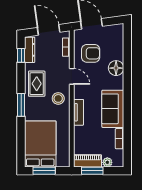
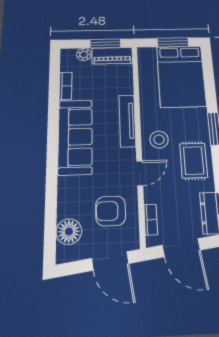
floor lamp: (116, 68) -> (69, 232), moved
door: (72, 76) -> (140, 173), swing flipped
sofa: (113, 109) -> (75, 137), width x1.36
tv unit: (78, 112) -> (127, 121), width x1.41

